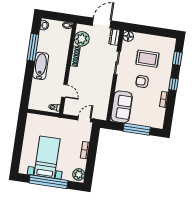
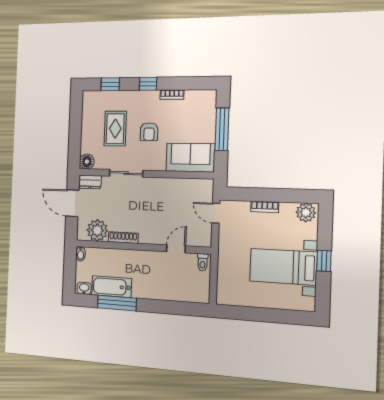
bathtub: (41, 66) -> (112, 287), moved
window: (48, 182) -> (324, 261), width x0.32

